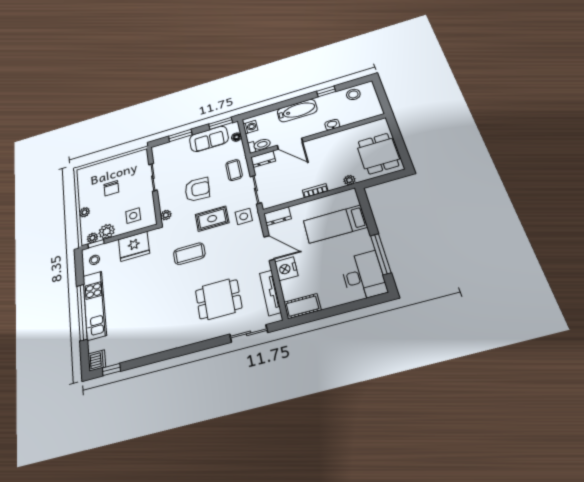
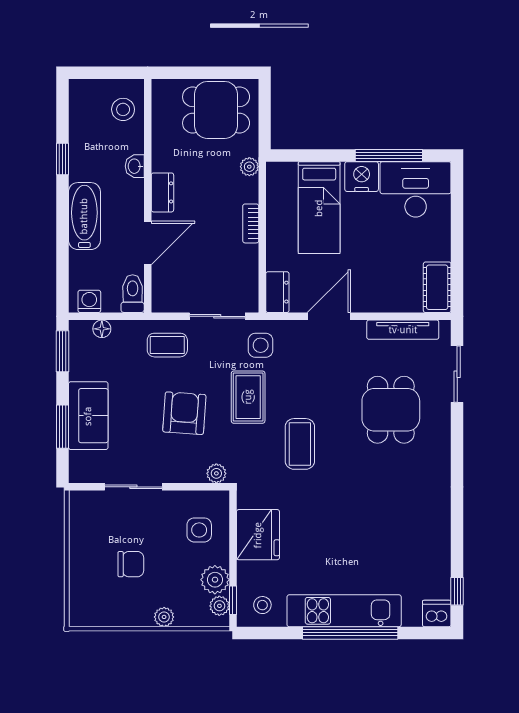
stool: (353, 94) -> (123, 109), moved
sofa: (209, 139) -> (88, 416), moved
dresser: (263, 159) -> (162, 192), moved
nightstand: (286, 269) -> (362, 177), moved, turned 180

